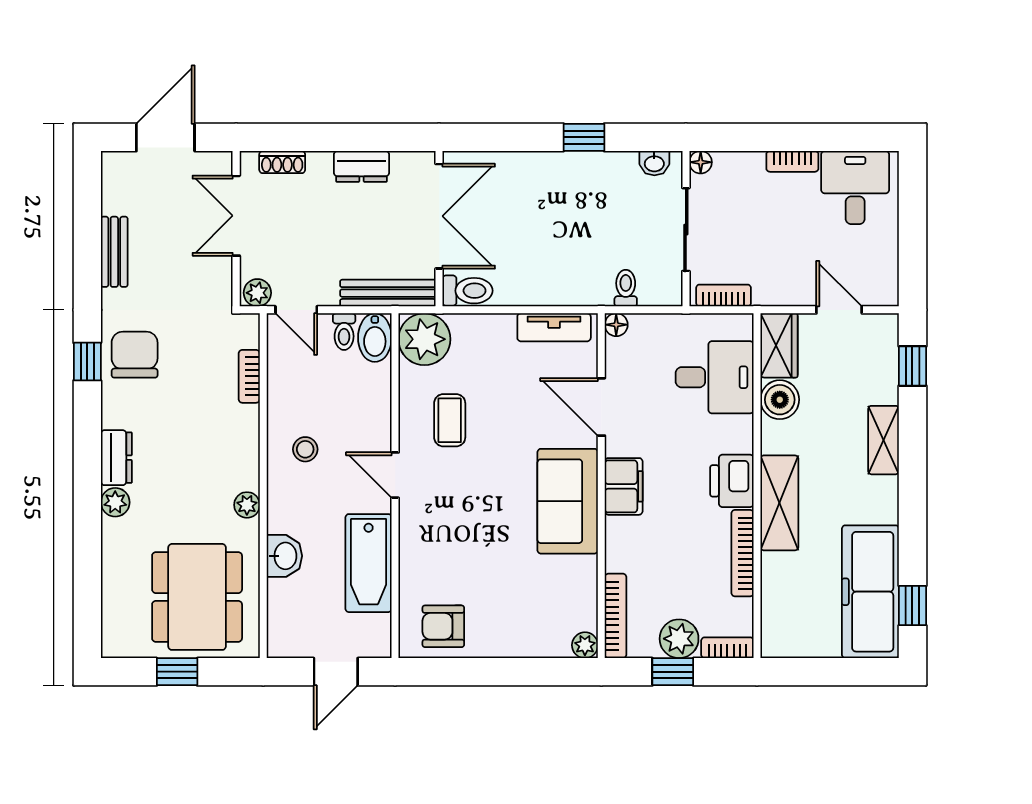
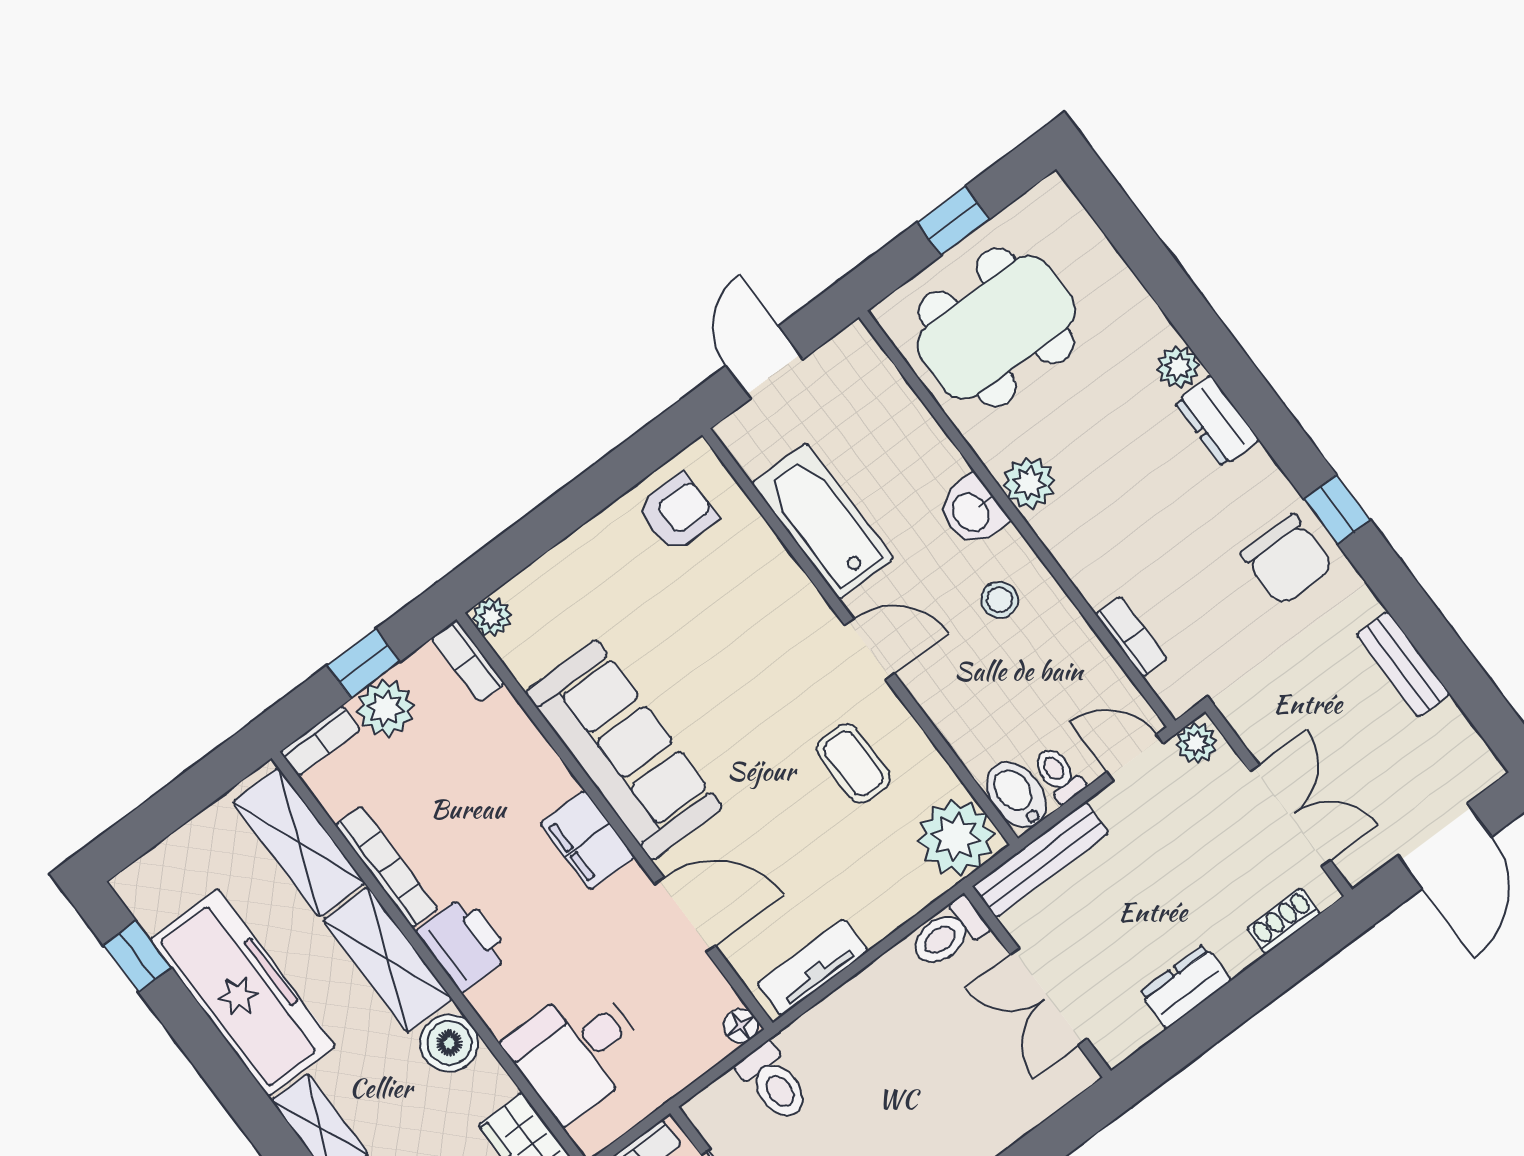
double door: (439, 216) -> (1049, 997), width x0.73
toilet: (626, 288) -> (774, 1083), width x1.37, depth x1.39
boiler: (780, 400) -> (449, 1043), moved
sofa: (568, 501) -> (624, 750), width x1.36
plant: (247, 505) -> (1029, 483), width x1.38, depth x1.38
washbasin: (284, 556) -> (972, 511), moved
freezer: (870, 592) -> (243, 993), moved
dining table: (197, 597) -> (996, 327), turned 90
shelving: (780, 602) -> (299, 842), added
bookcase: (616, 616) -> (468, 661), width x0.64

